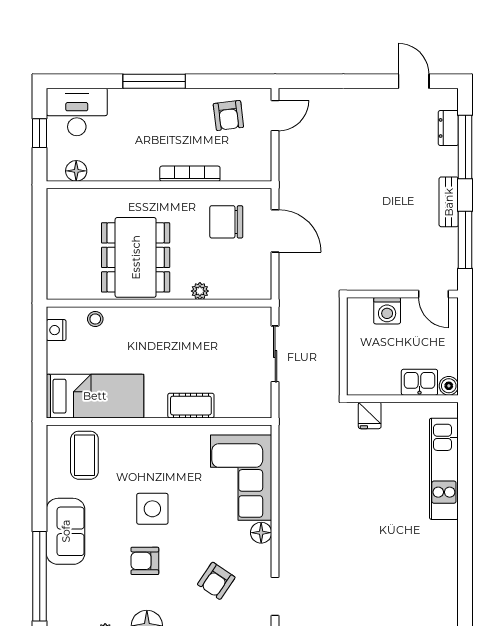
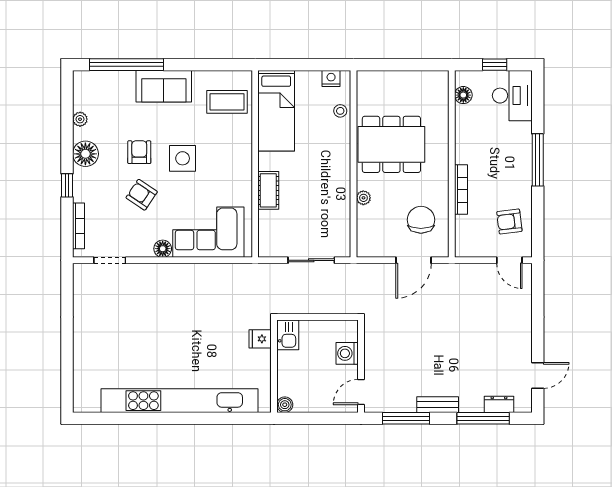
kitchen sink: (419, 382) -> (288, 335), moved
kitchen unit: (444, 469) -> (180, 401), width x1.86
armchair: (216, 581) -> (142, 195), moved

